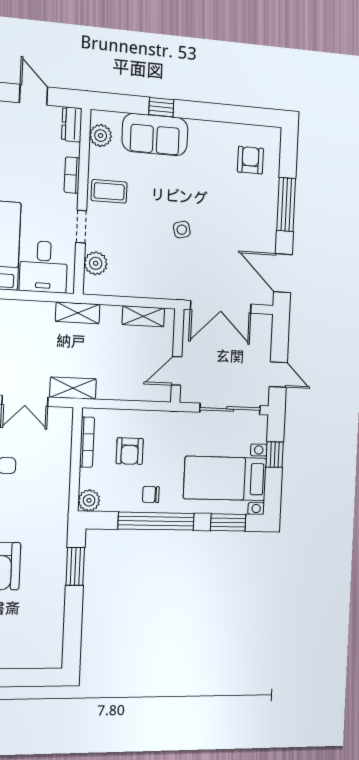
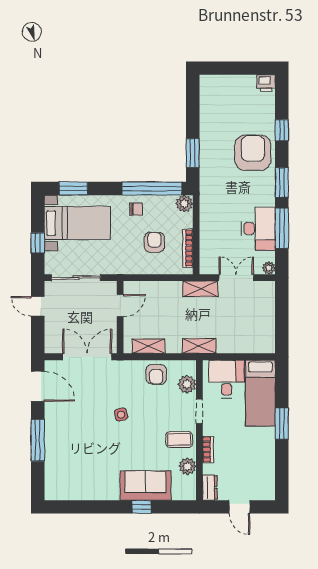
plant: (101, 136) -> (187, 466), moved
armchair: (250, 160) -> (156, 374), moved
window: (156, 521) -> (152, 189), moved

